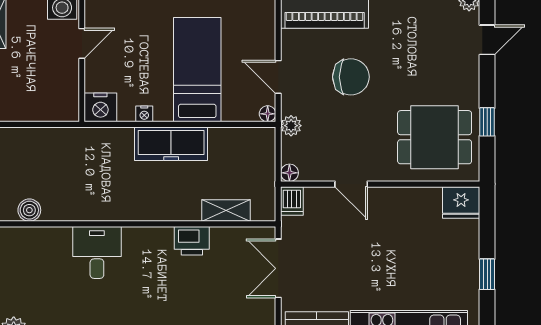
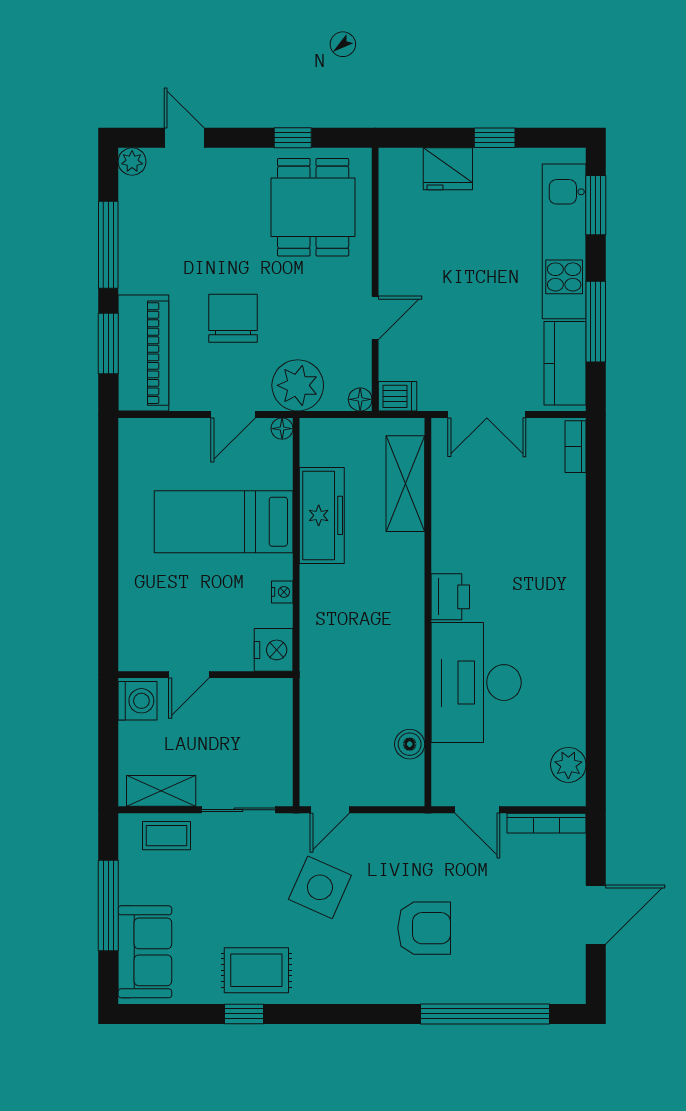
door: (82, 43) -> (189, 675), swing flipped
plant: (291, 126) -> (298, 385), width x1.88, depth x1.88
freezer: (171, 144) -> (322, 515), moved
fridge: (461, 203) -> (448, 169), moved, turned 90
shelving: (226, 210) -> (405, 484), width x1.50, depth x1.33
printer: (192, 241) -> (450, 597), moved
desk: (97, 252) -> (476, 683), width x1.87, depth x1.30

